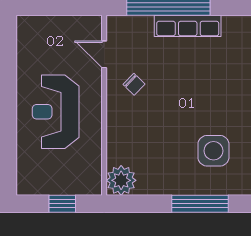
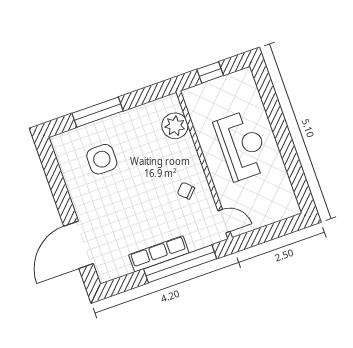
door: (104, 54) -> (224, 221), moved
plant: (121, 180) -> (175, 126), moved

